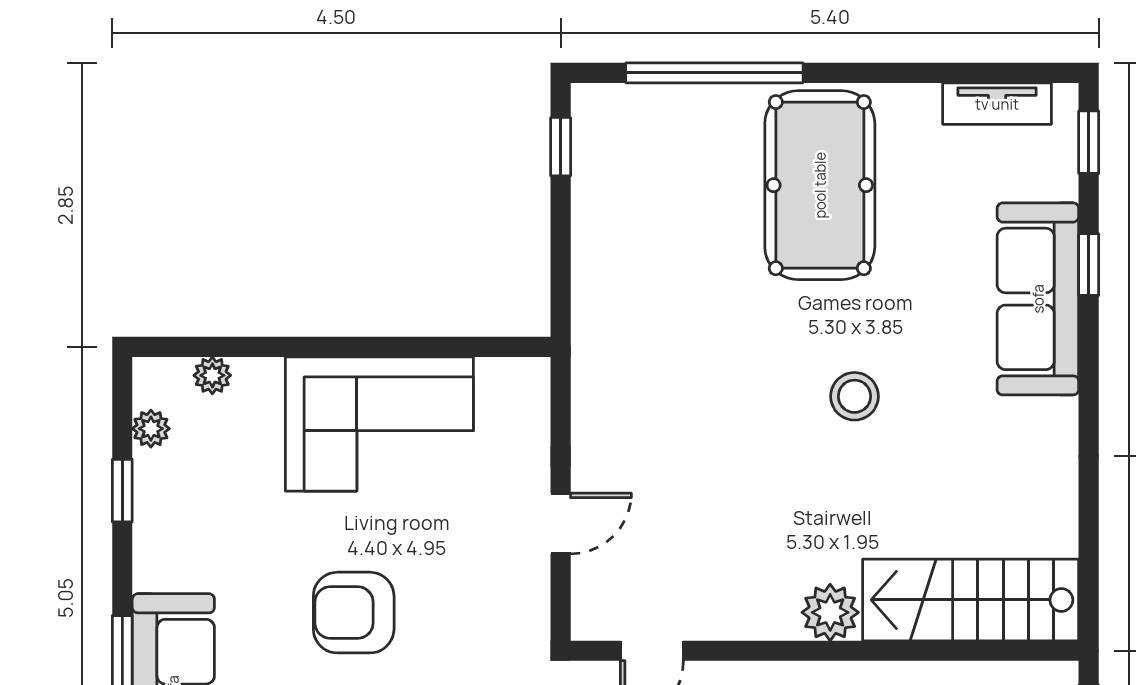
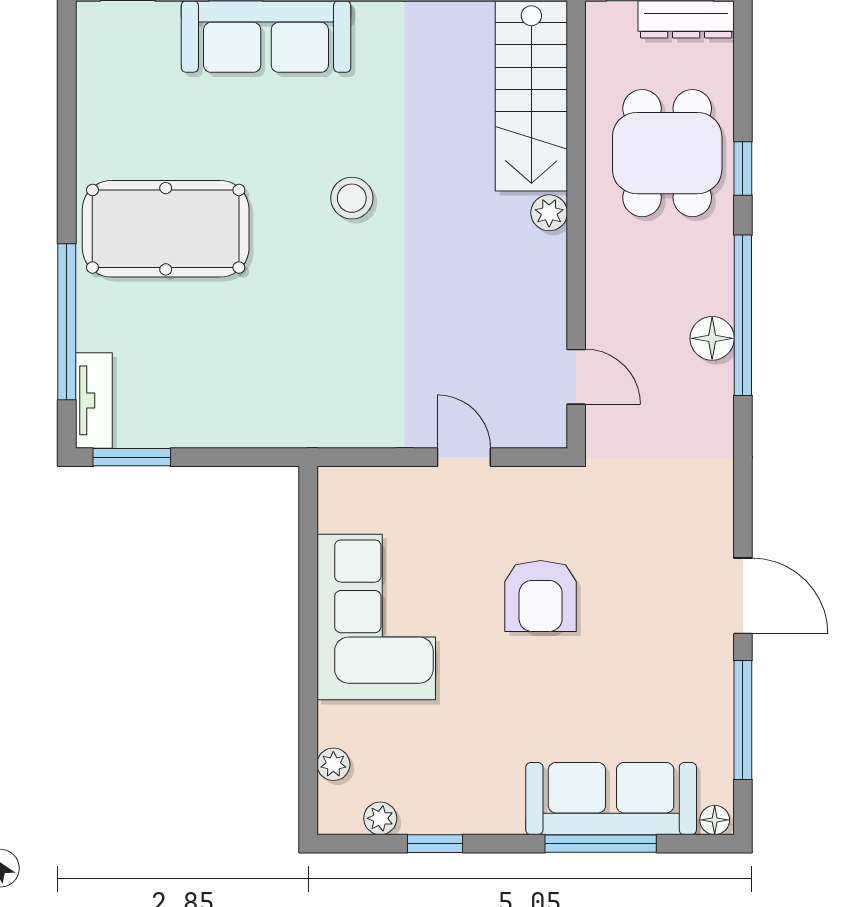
tv unit: (997, 104) -> (94, 400), moved
window: (561, 147) -> (132, 457), width x1.50
plant: (830, 612) -> (549, 213), width x0.73, depth x0.73
armchair: (354, 613) -> (541, 596), moved

